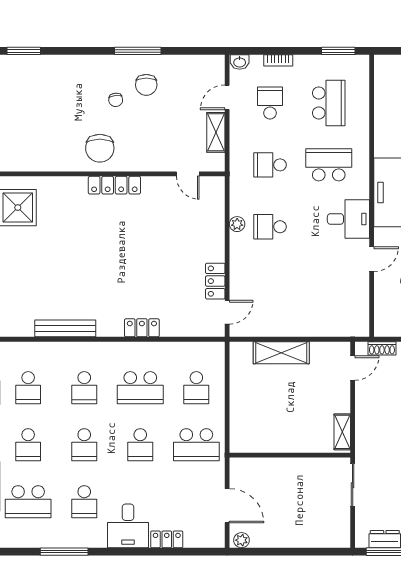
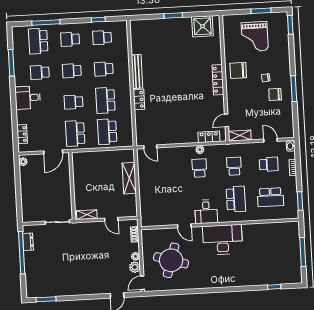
grand piano: (41, 116) -> (255, 37), added
shelving: (216, 132) -> (240, 135), moved
locker: (215, 281) -> (209, 137), moved
bench: (65, 328) -> (137, 71), moved
door: (353, 368) -> (111, 219), moved
school desk: (196, 388) -> (107, 132), width x1.85
door: (227, 506) -> (53, 152), moved
locker: (167, 539) -> (22, 134), moved

